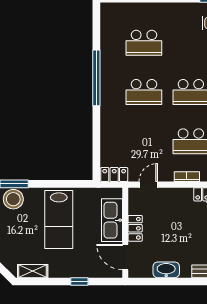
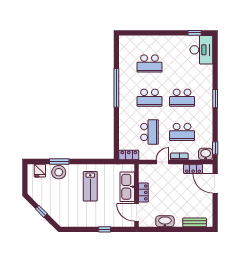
school desk: (144, 141) -> (149, 132), added
door: (148, 185) -> (163, 162), moved
lab bench: (59, 219) -> (90, 186), width x0.73, depth x0.72
shelving: (33, 271) -> (72, 222), removed

